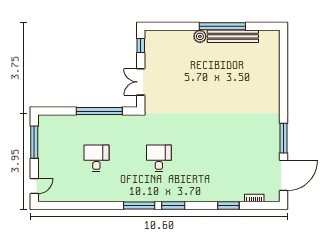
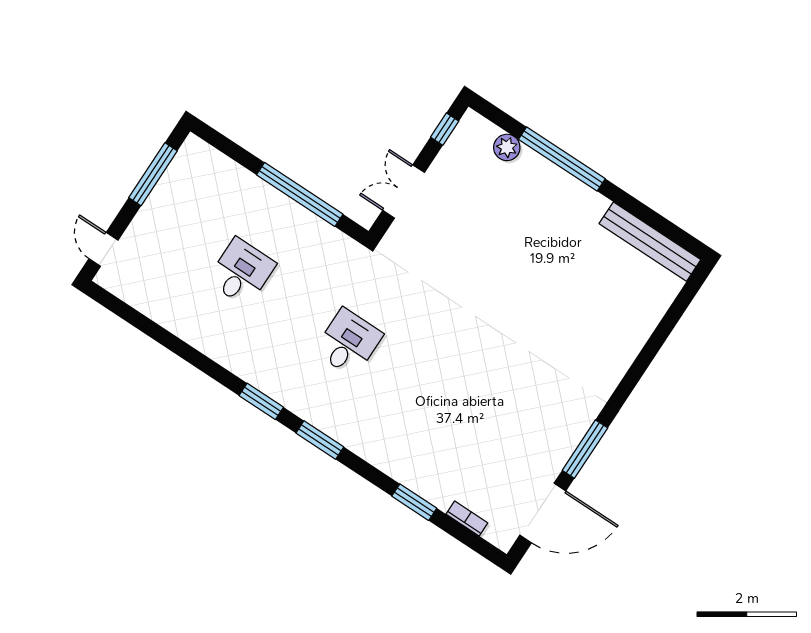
window: (222, 26) -> (562, 159), moved
plant: (200, 36) -> (507, 147), moved
bench: (233, 36) -> (650, 242), moved
door: (34, 186) -> (103, 249), swing flipped
window: (139, 206) -> (261, 401), width x0.69

